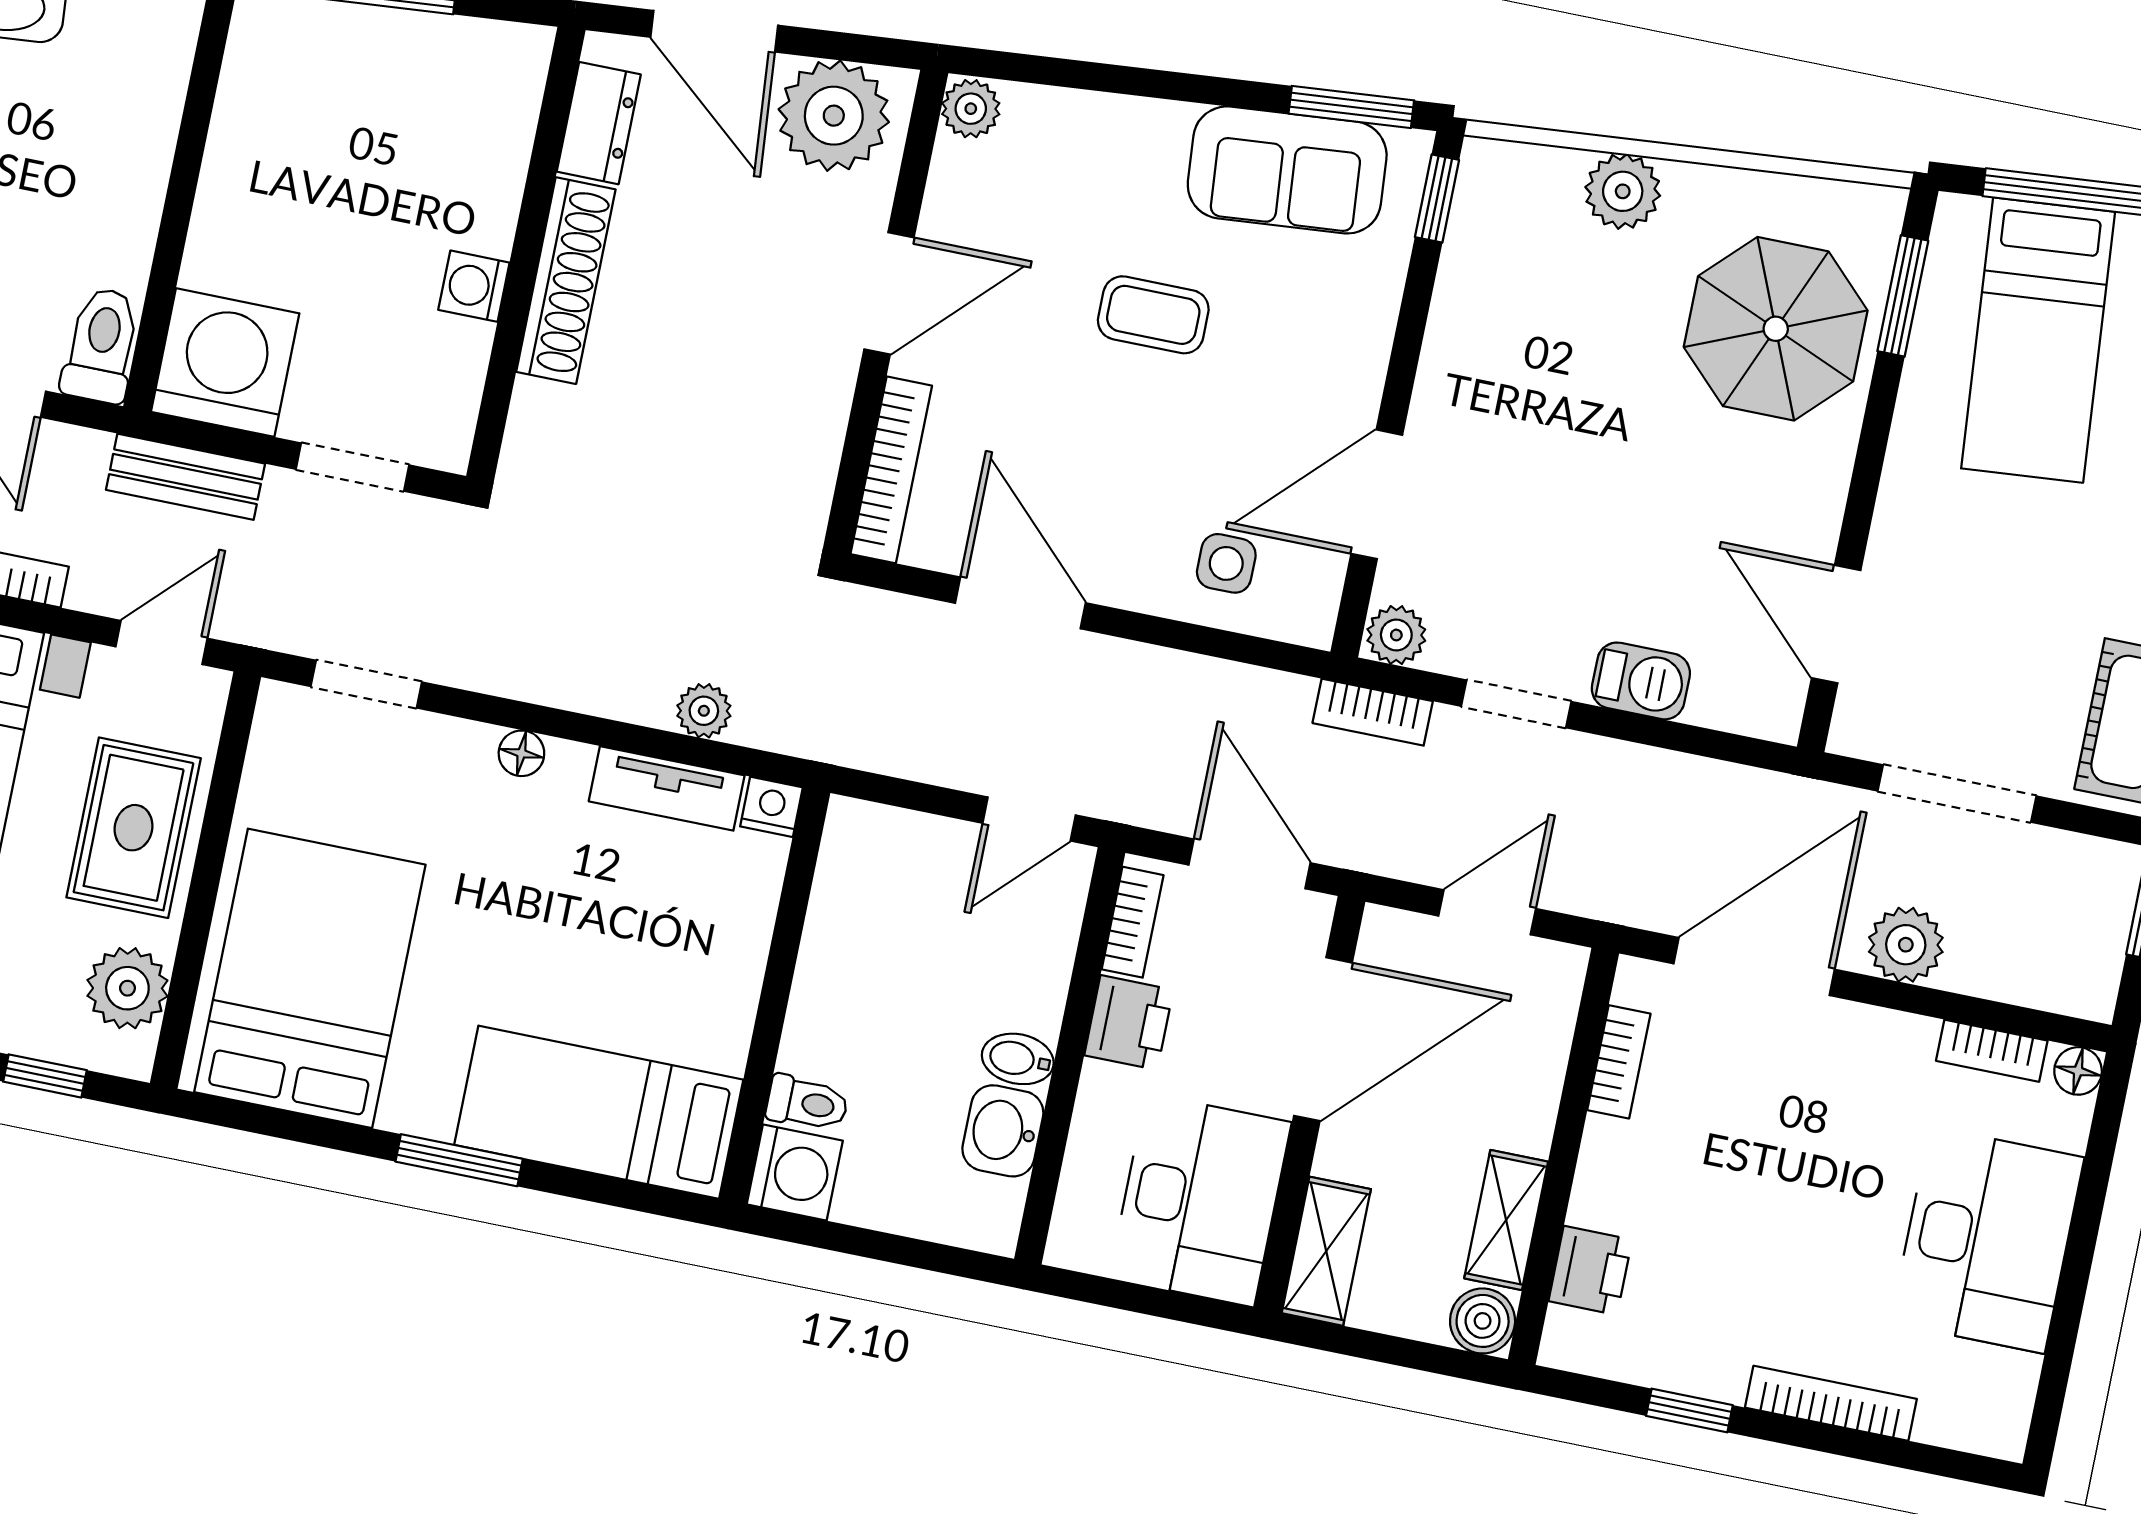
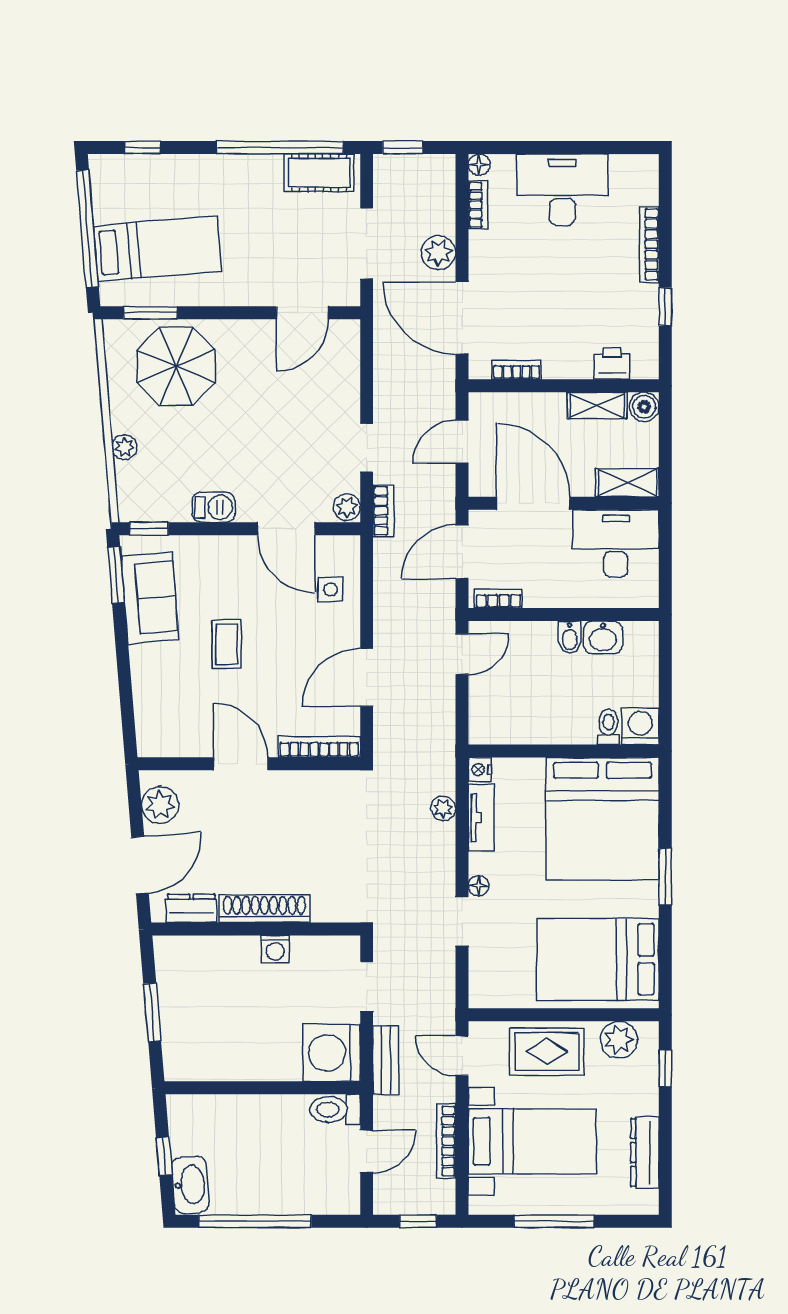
plant: (971, 109) -> (151, 744), removed
plant: (834, 116) -> (160, 805), width x0.73, depth x0.73
plant: (1623, 191) -> (124, 447), width x0.73, depth x0.73
barbecue: (1641, 681) -> (213, 507), moved, turned 90
doorway: (366, 684) -> (462, 921), moved
door: (1029, 819) -> (462, 654), hinge flipped
door: (1487, 912) -> (462, 442), hinge flipped
printer: (1129, 1023) -> (543, 591), removed
bed: (599, 1112) -> (602, 819), width x2.04

